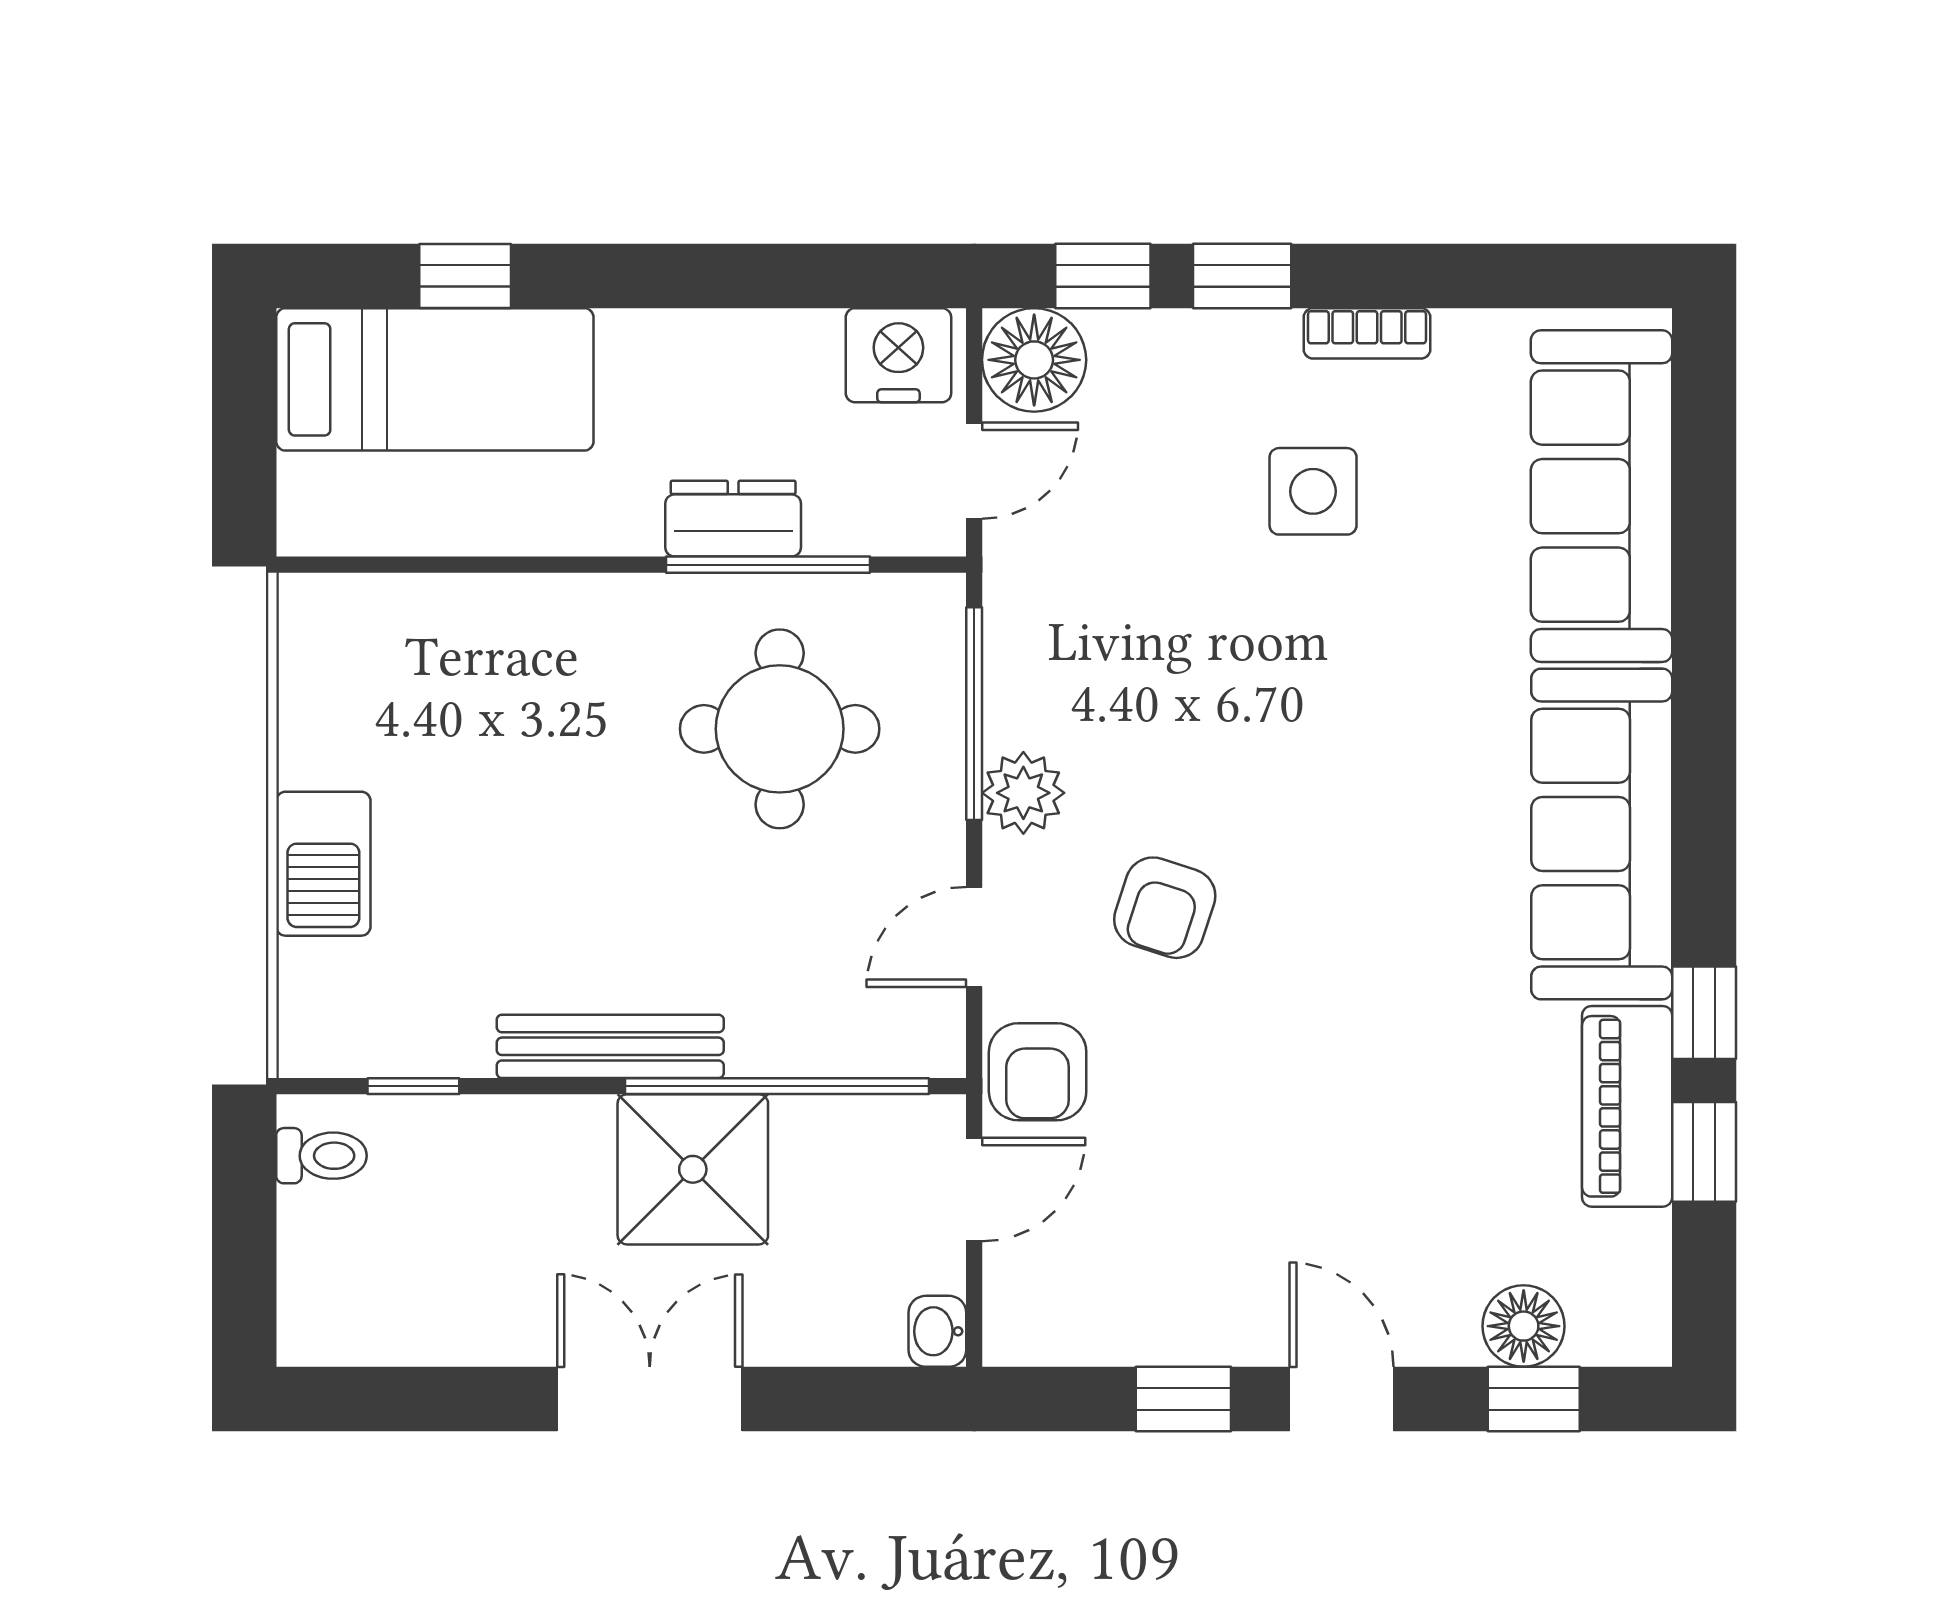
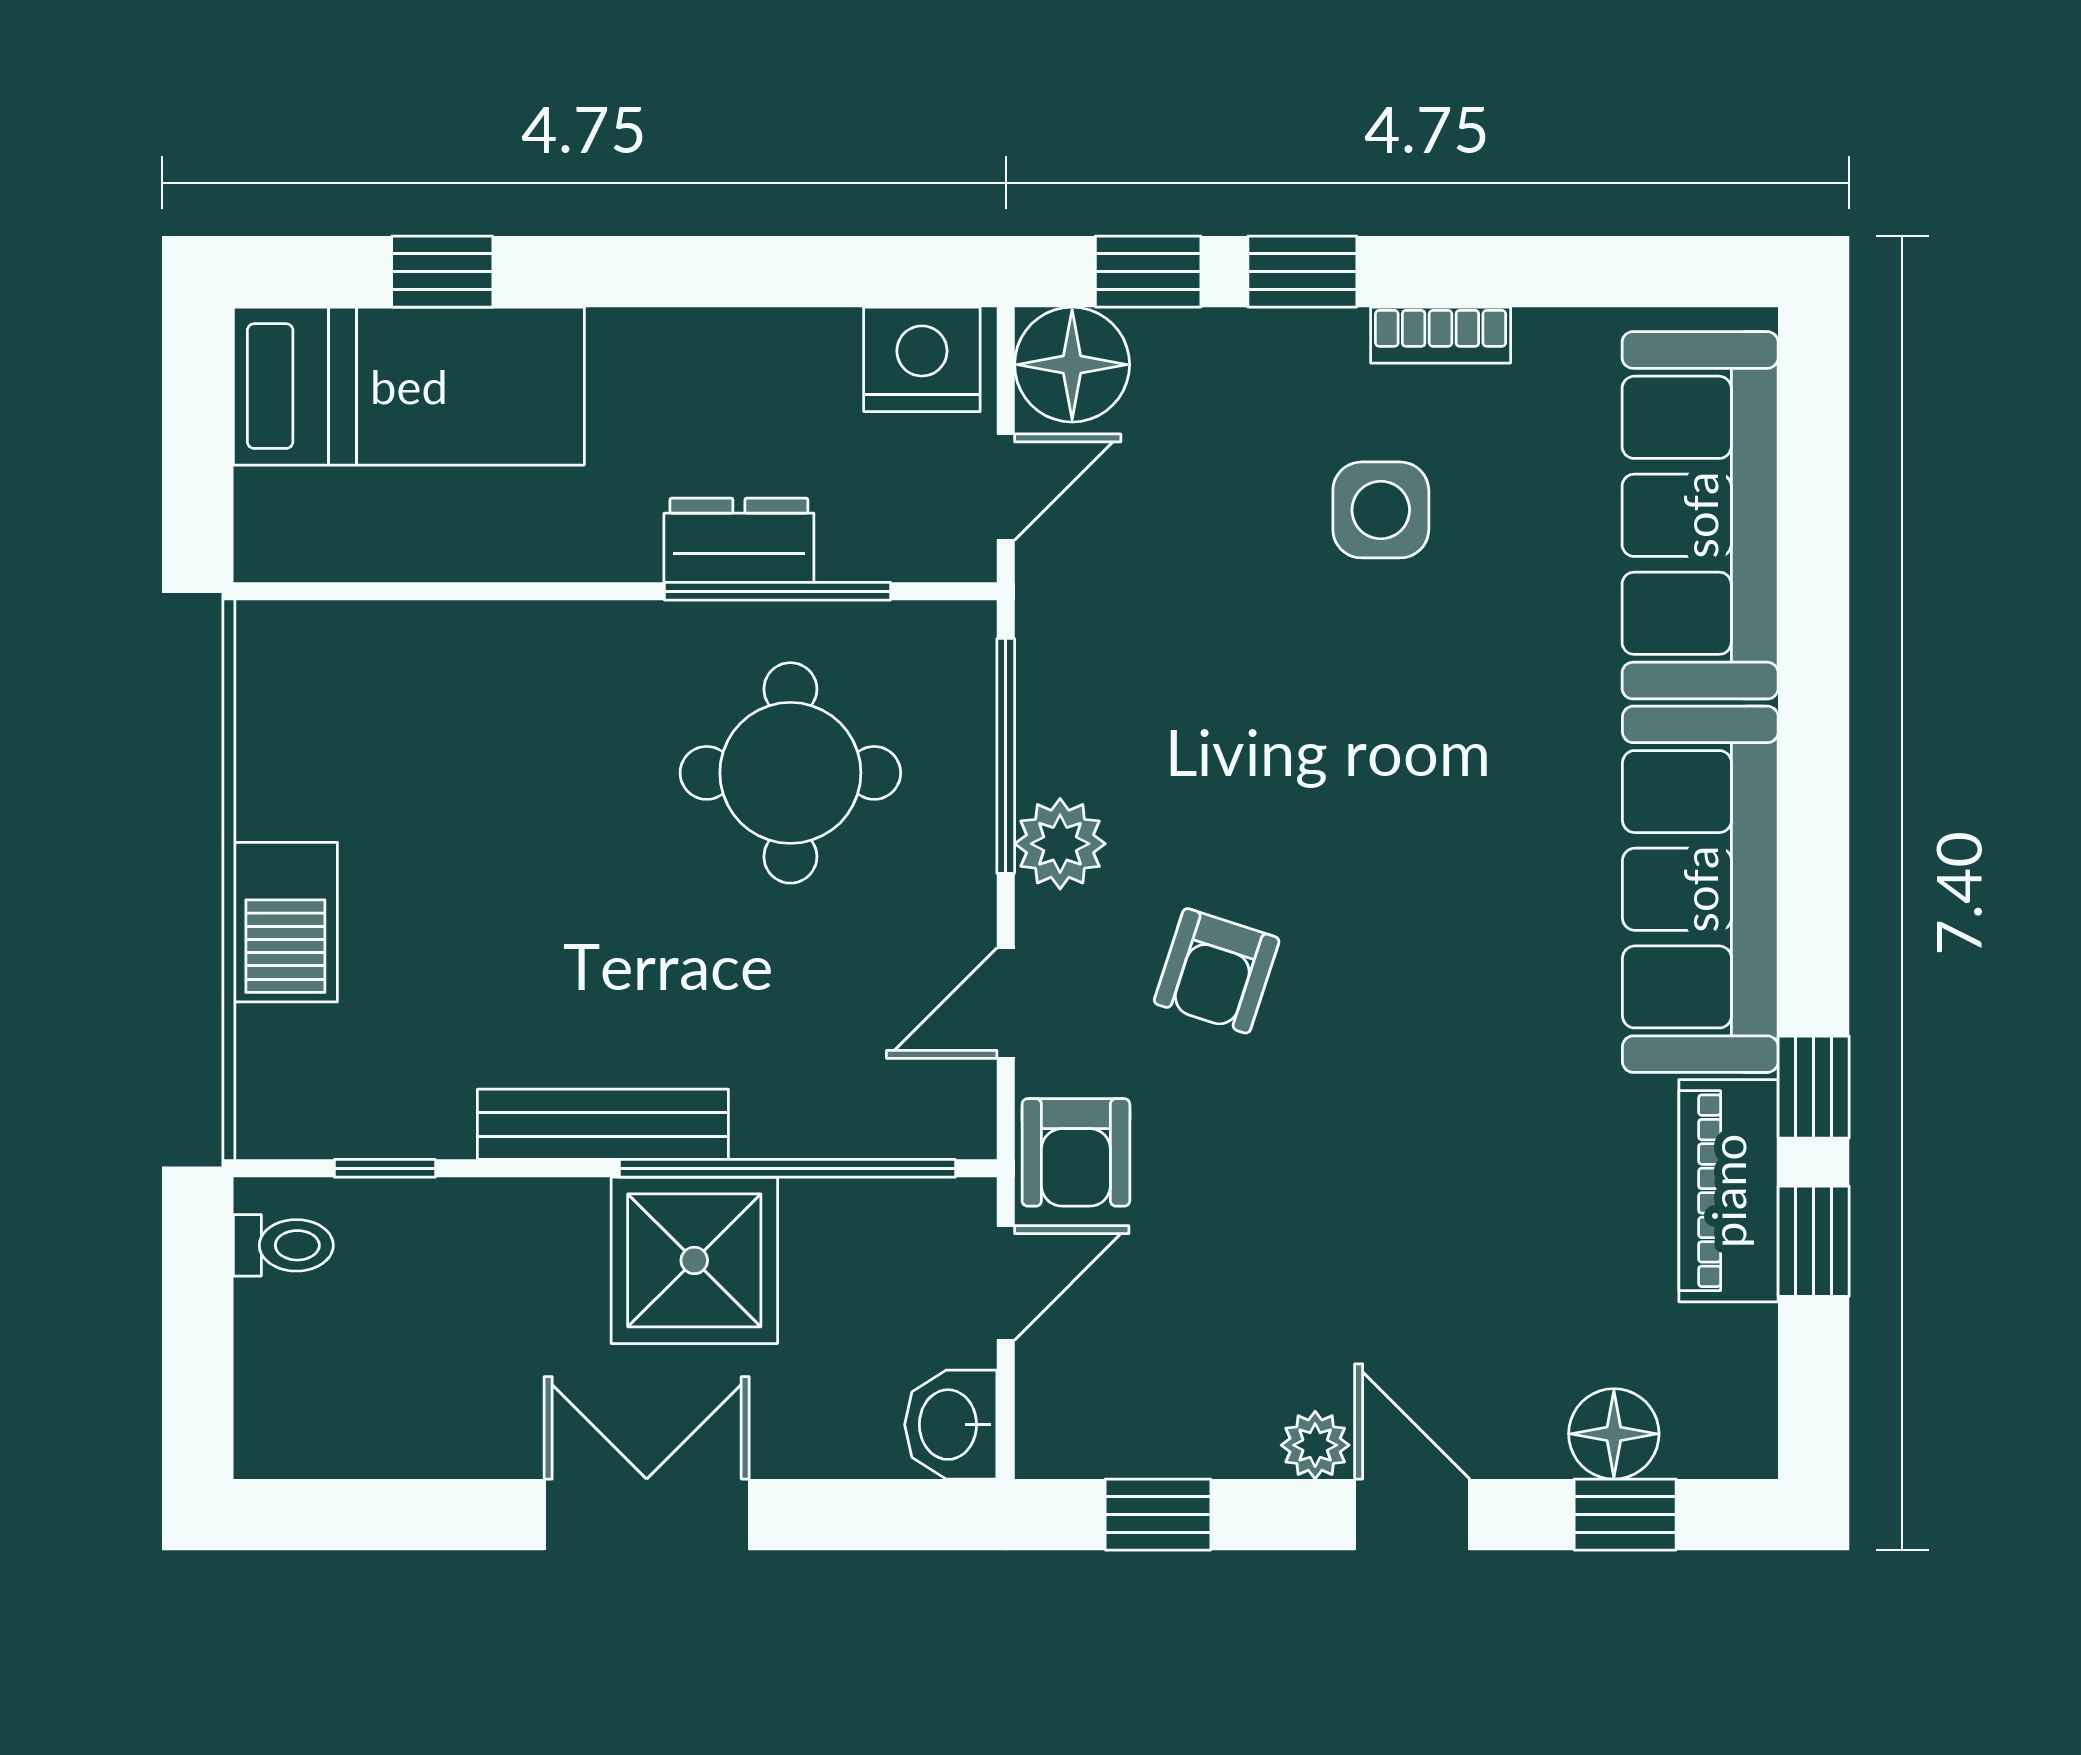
washbasin: (937, 1331) -> (951, 1425), width x1.38, depth x1.45
plant: (1254, 1336) -> (1315, 1445), added
window: (1183, 1399) -> (1158, 1515), moved

